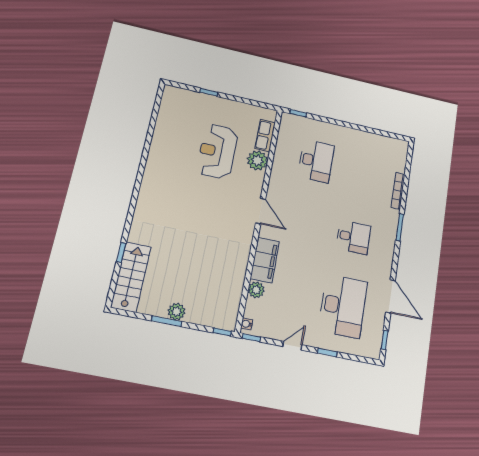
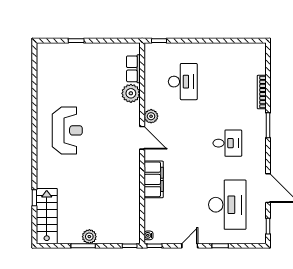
reception desk: (217, 151) -> (67, 130), moved, turned 180
plant: (256, 290) -> (151, 116), moved

